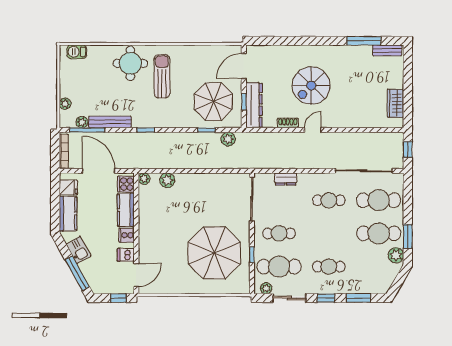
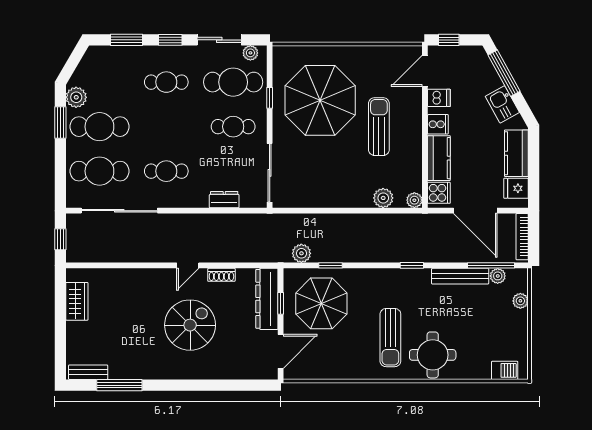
sun lounger: (170, 233) -> (379, 127), added

